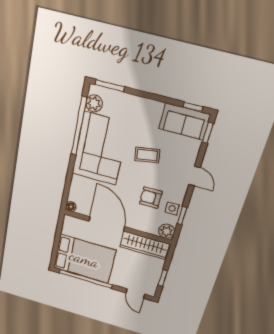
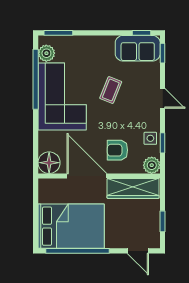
coffee table: (147, 155) -> (111, 90), turned -59
armchair: (151, 198) -> (117, 150), moved
floor lamp: (71, 207) -> (49, 163), width x1.89, depth x1.89

